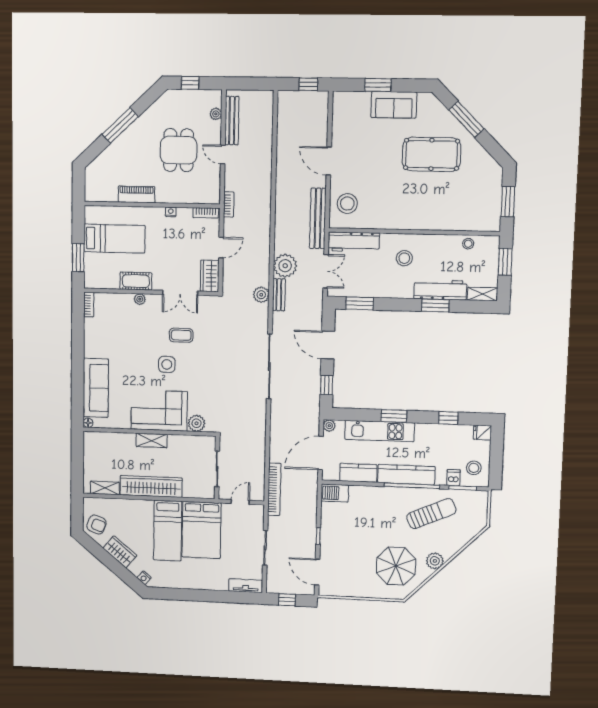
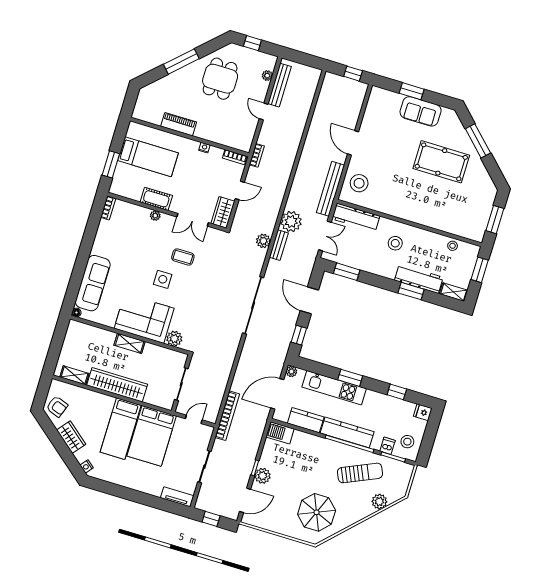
dining table: (179, 150) -> (220, 79), moved
plant: (328, 542) -> (262, 476), added
plant: (435, 561) -> (379, 502), moved
door: (317, 572) -> (245, 500), swing flipped

